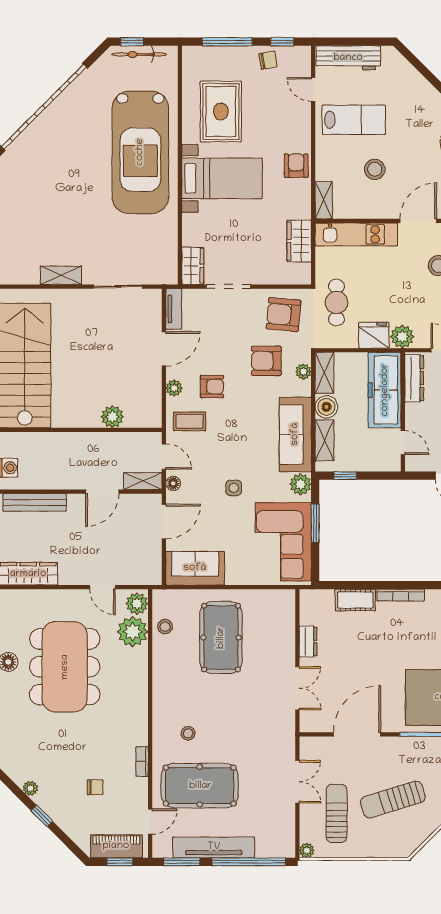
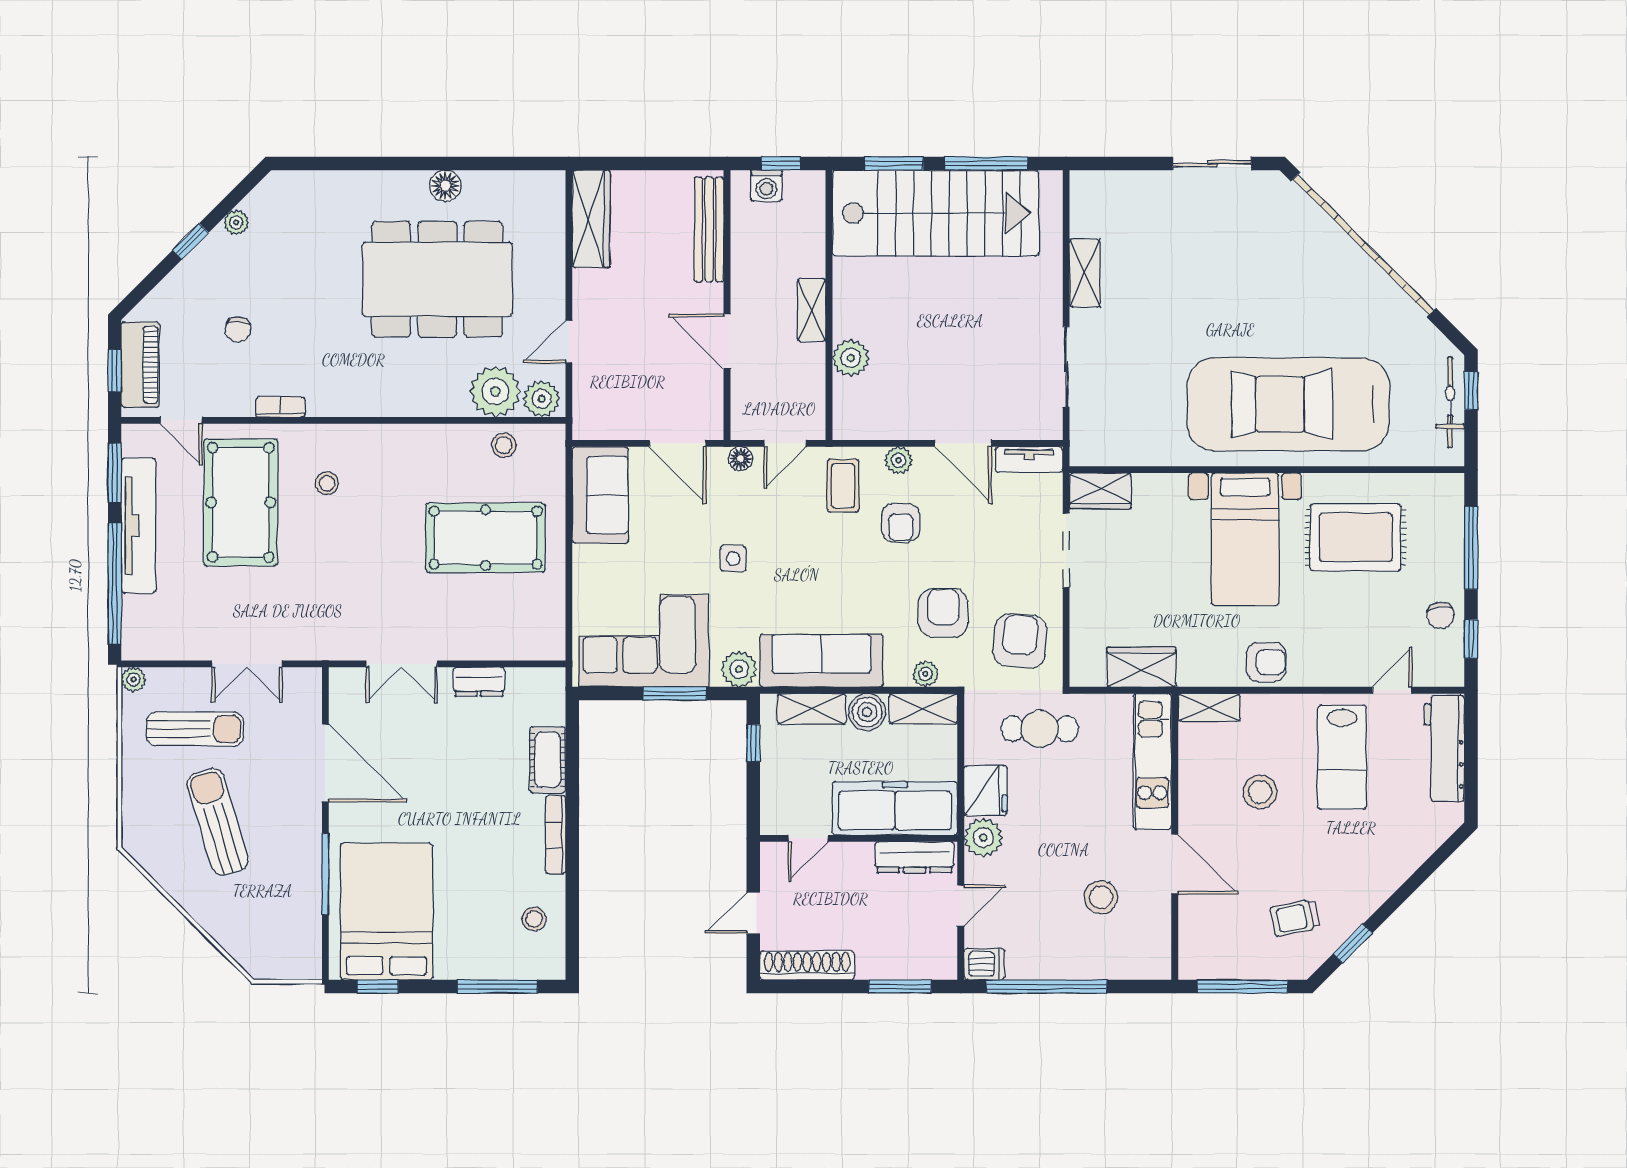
shelving: (143, 481) -> (812, 310), moved

